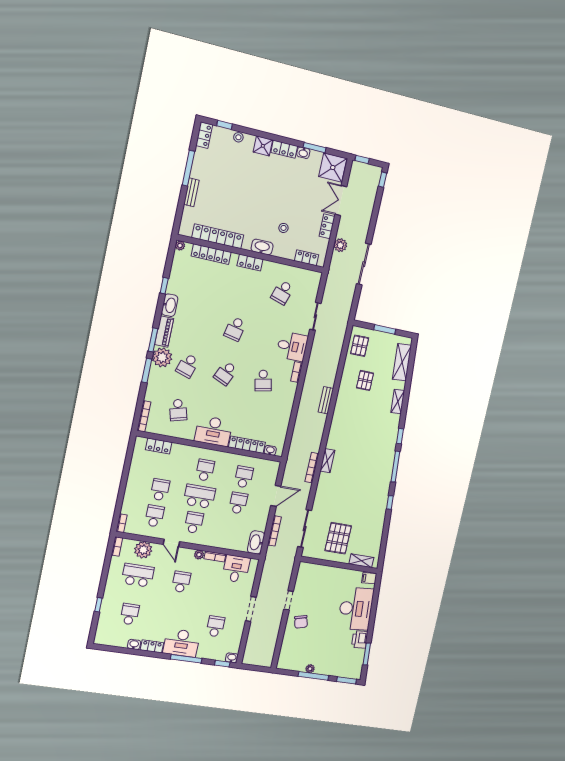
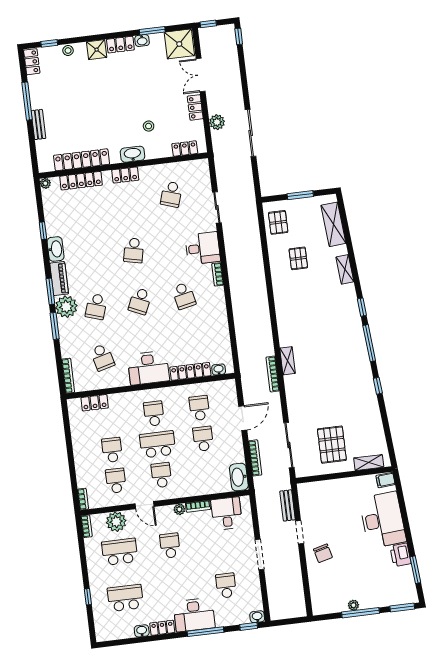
bench: (326, 400) -> (288, 505), moved
school desk: (130, 614) -> (125, 598), width x1.85

